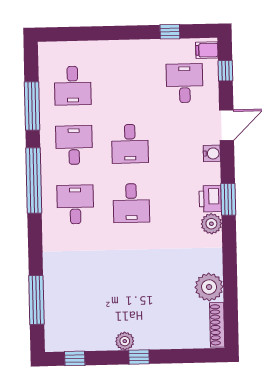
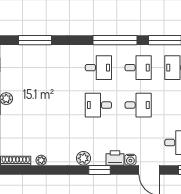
desk: (130, 144) -> (138, 105), turned 180
printer: (210, 199) -> (115, 158), moved
plant: (209, 287) -> (41, 160), width x0.53, depth x0.53

